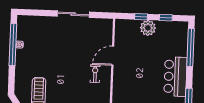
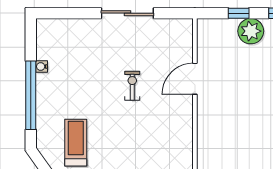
window: (13, 44) -> (31, 95), moved
exercise bike: (95, 74) -> (132, 86), moved

